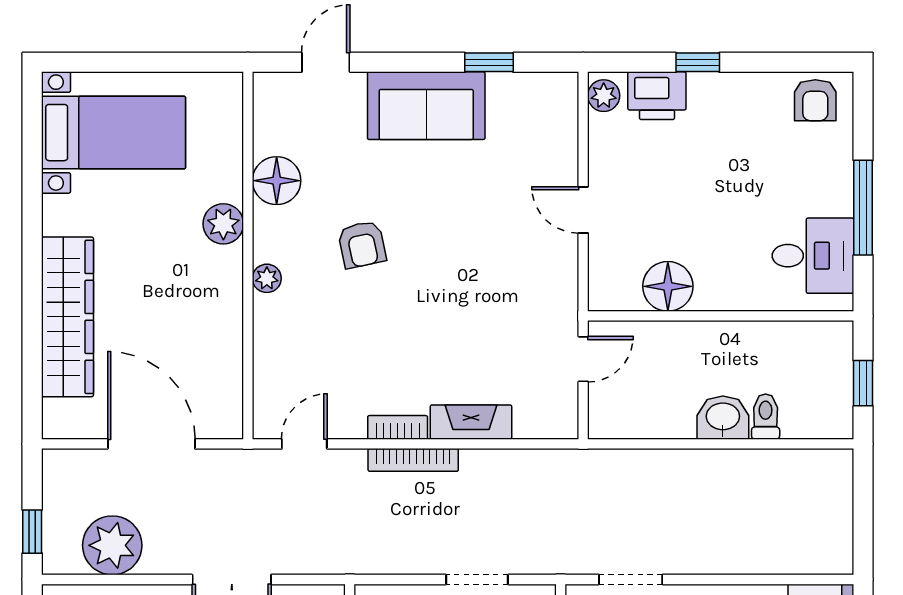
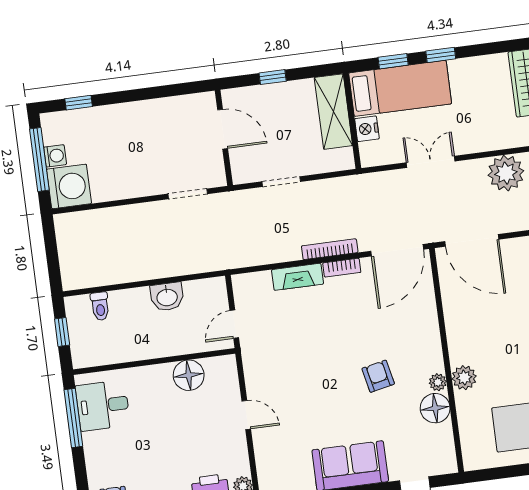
window: (863, 208) -> (73, 418), moved
plant: (267, 278) -> (438, 382), moved
toilet: (766, 417) -> (100, 306), moved
washbasin: (723, 418) -> (167, 297), moved
door: (151, 444) -> (472, 240), moved
door: (304, 444) -> (397, 250), width x1.87

